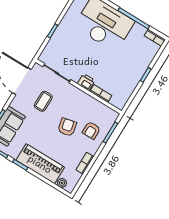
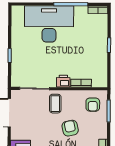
coffee table: (43, 101) -> (55, 104), moved
armchair: (91, 130) -> (93, 105), moved

